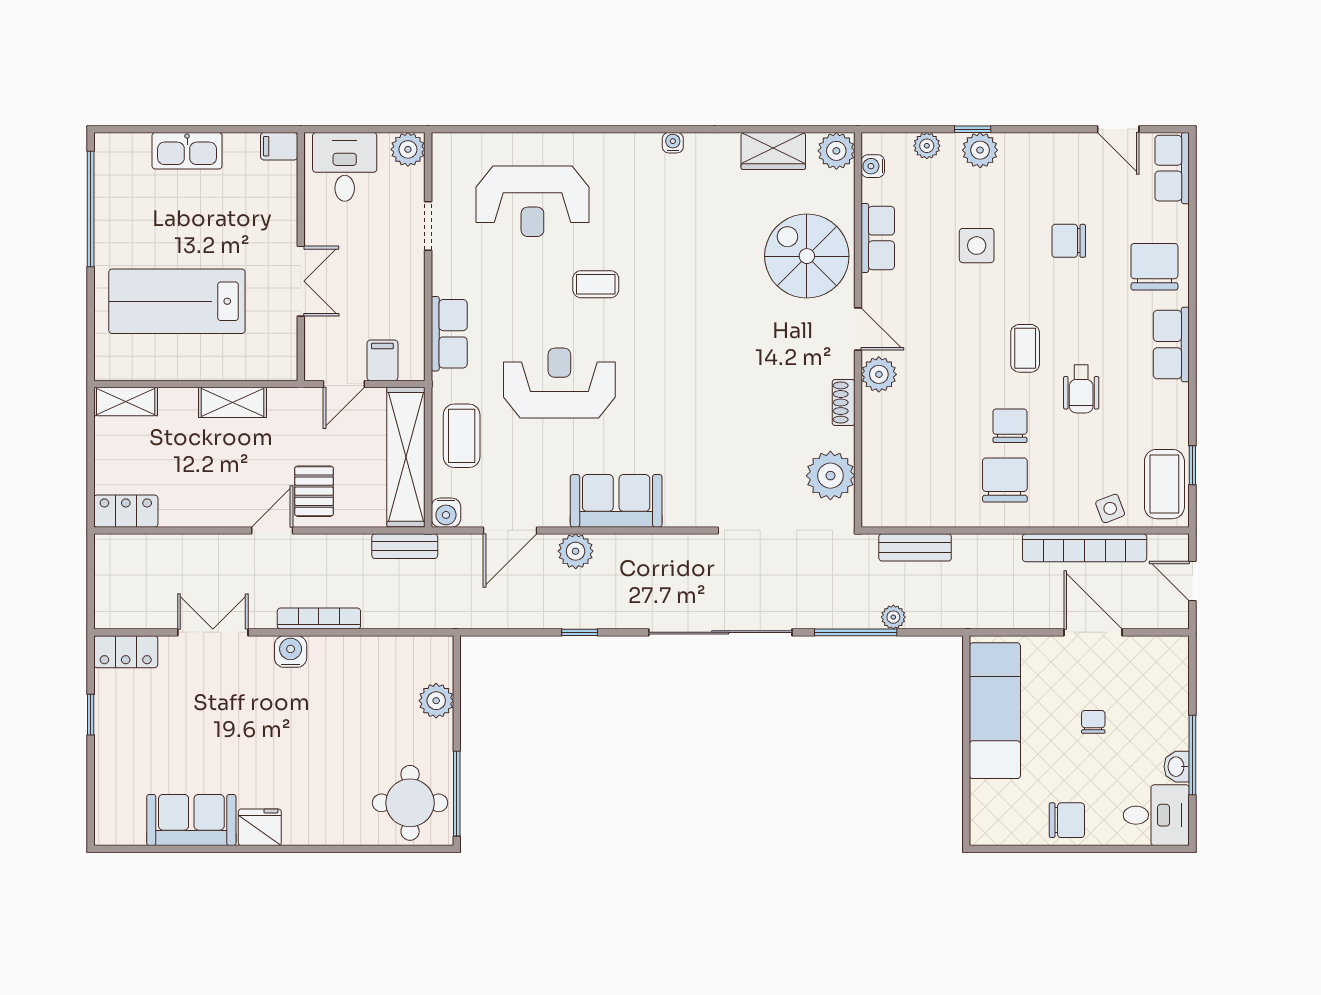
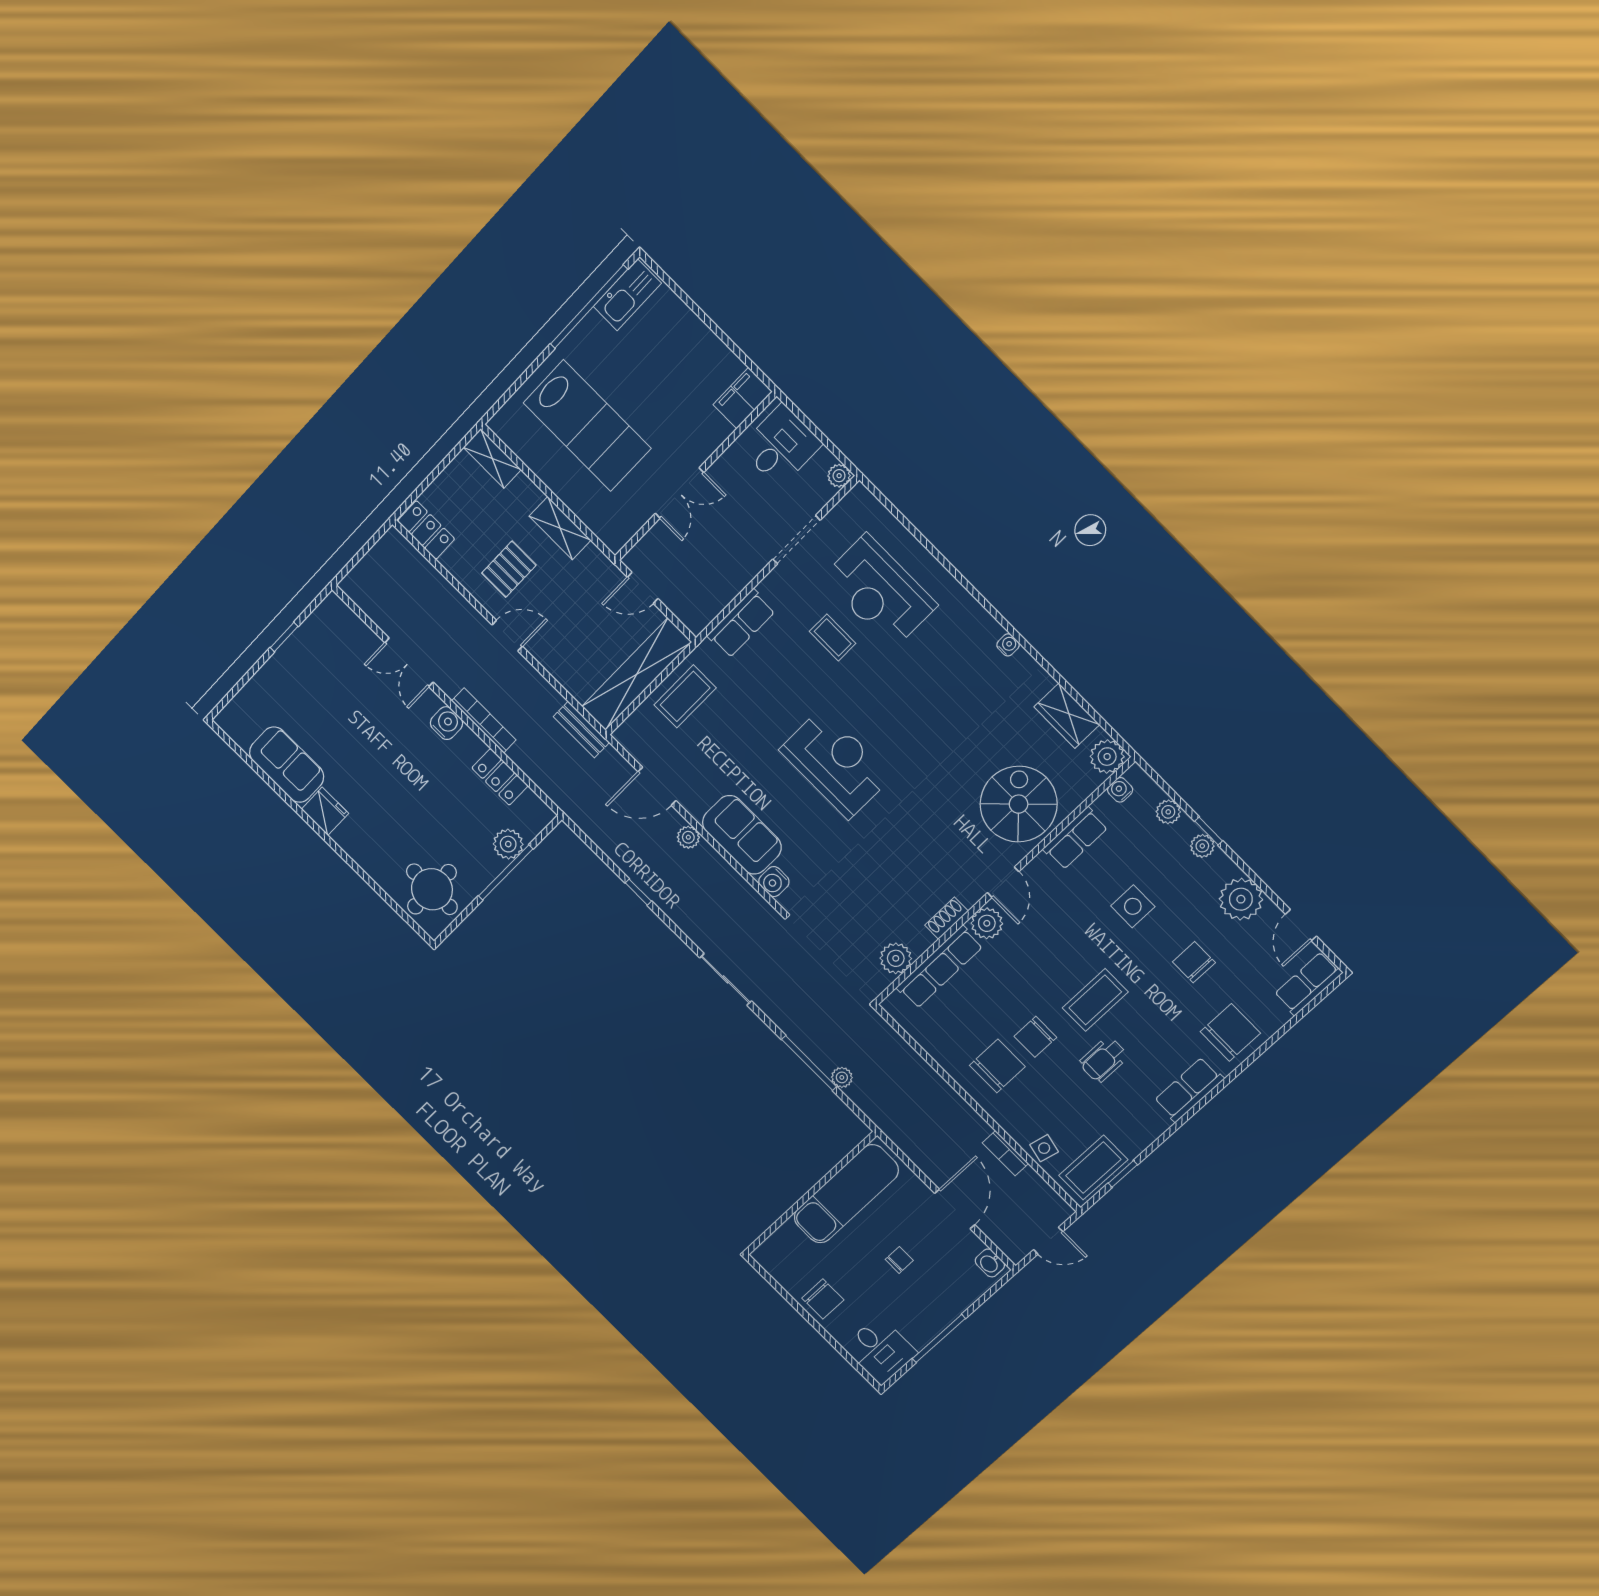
filing cabinet: (279, 146) -> (743, 398), width x2.00
plant: (408, 149) -> (839, 476), width x0.73, depth x0.73
plant: (980, 150) -> (1202, 846), width x0.73, depth x0.73
kitchen sink: (187, 151) -> (627, 295), moved, turned -90
plant: (1052, 156) -> (1241, 899), added
doorway: (428, 226) -> (796, 540), width x1.38
coffee table: (596, 284) -> (833, 637), moved
lab bench: (177, 301) -> (587, 426), turned 180
coffee table: (1025, 348) -> (1095, 1000), width x1.36, depth x1.30
filing cabinet: (382, 360) -> (682, 598), removed
reception desk: (559, 383) -> (836, 763), moved
chair: (1010, 426) -> (1035, 1037), turned 180
row of seats: (878, 447) -> (940, 967), added
plant: (830, 476) -> (896, 958), width x0.73, depth x0.73
pallet: (314, 491) -> (509, 569), moved
side table: (1110, 508) -> (1044, 1148), turned 34
water cooler: (446, 513) -> (774, 882), moved
bench: (915, 547) -> (899, 1050), removed
bookcase: (1085, 548) -> (1005, 1153), width x0.43, depth x0.76
plant: (576, 551) -> (688, 837), width x0.73, depth x0.73
door: (1192, 581) -> (1048, 1241), swing flipped
double door: (213, 632) -> (409, 662), swing flipped
sliding door: (720, 632) -> (726, 979), width x0.54
locker: (126, 652) -> (500, 777), moved
washbasin: (1177, 767) -> (990, 1263), moved, turned -90
window: (457, 794) -> (506, 872), moved

